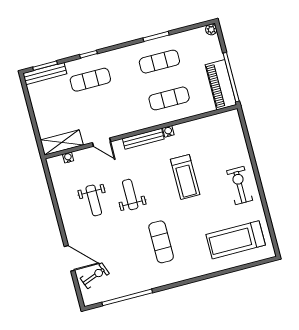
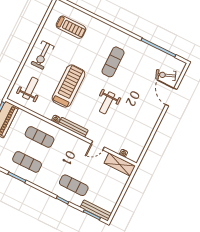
door: (101, 142) -> (98, 146), swing flipped
treadmill: (185, 177) -> (69, 86), width x1.37, depth x1.38
weight bench: (94, 200) -> (30, 88), moved
treadmill: (236, 240) -> (71, 27), width x0.73, depth x0.73

